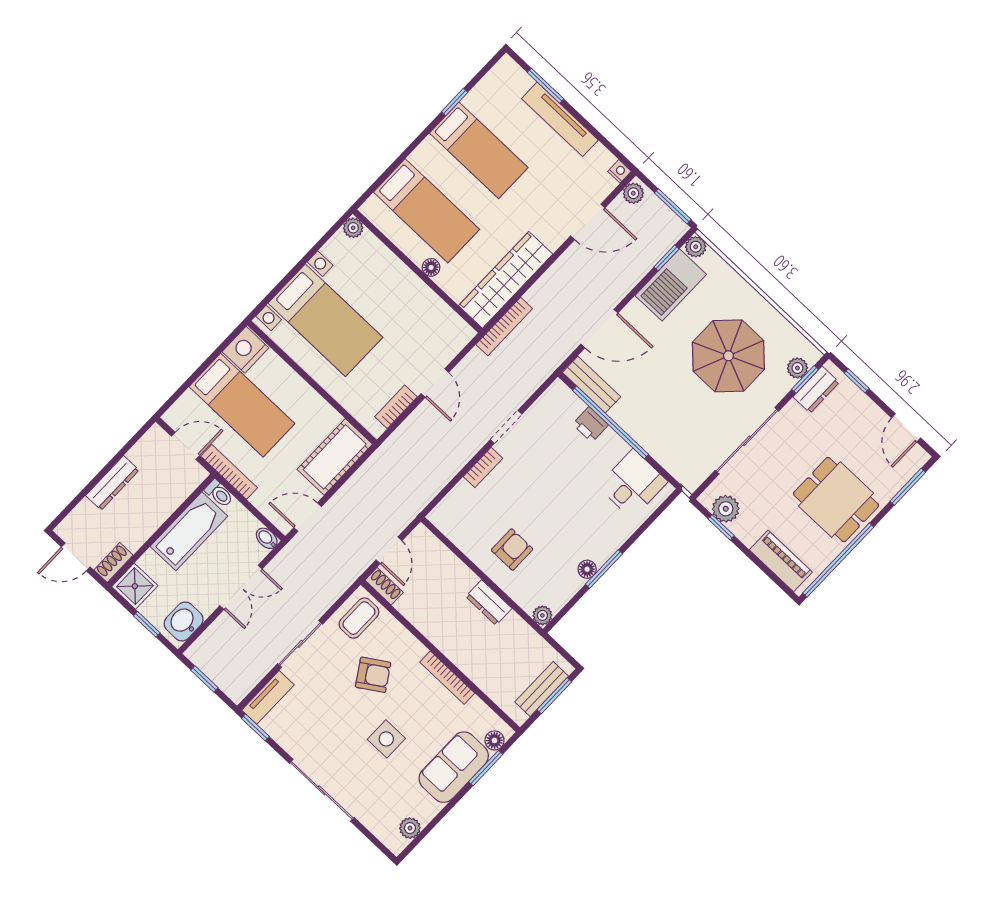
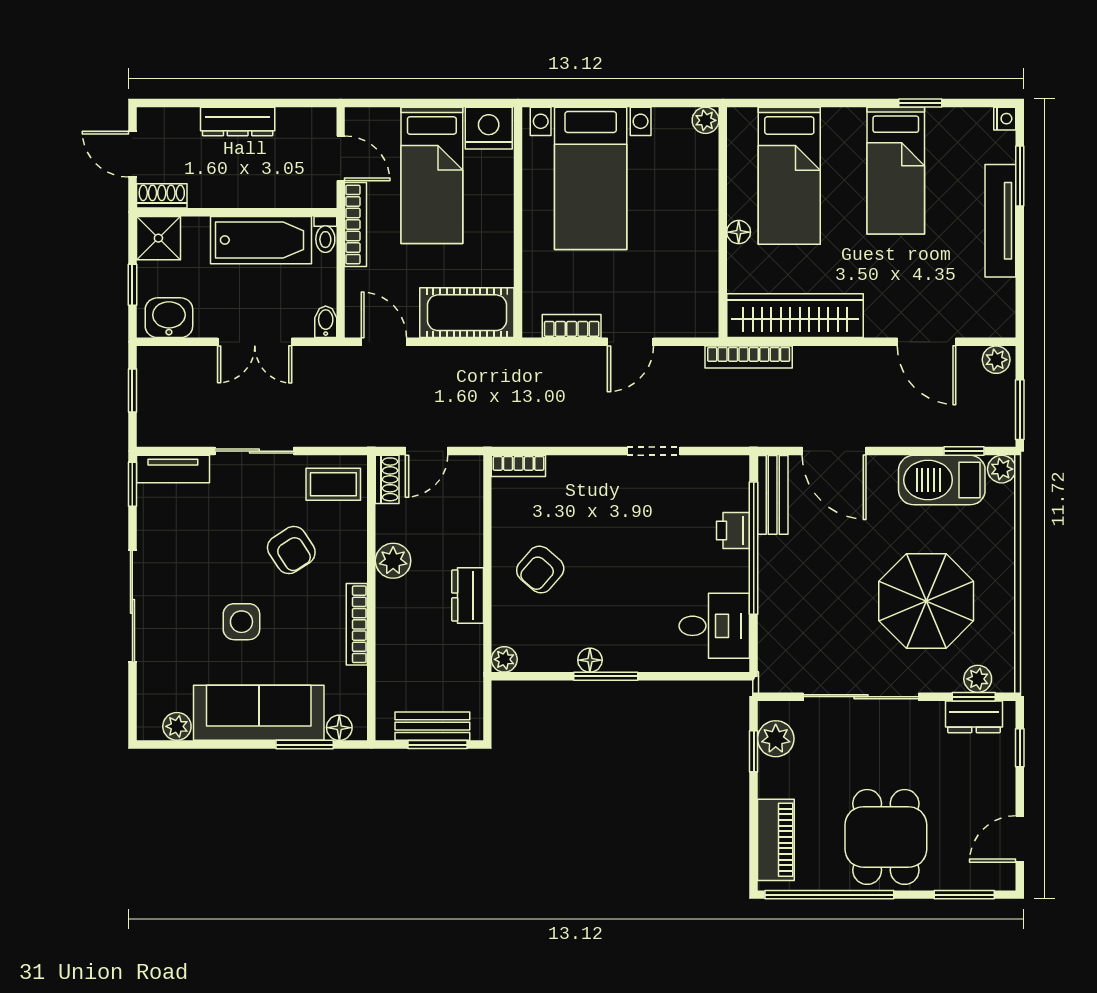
nightstand: (620, 171) -> (1005, 119), moved
bookcase: (483, 467) -> (518, 466), moved
armchair: (512, 550) -> (540, 570), turned 131
plant: (431, 625) -> (393, 561), added
sofa: (454, 767) -> (259, 713), width x1.36

